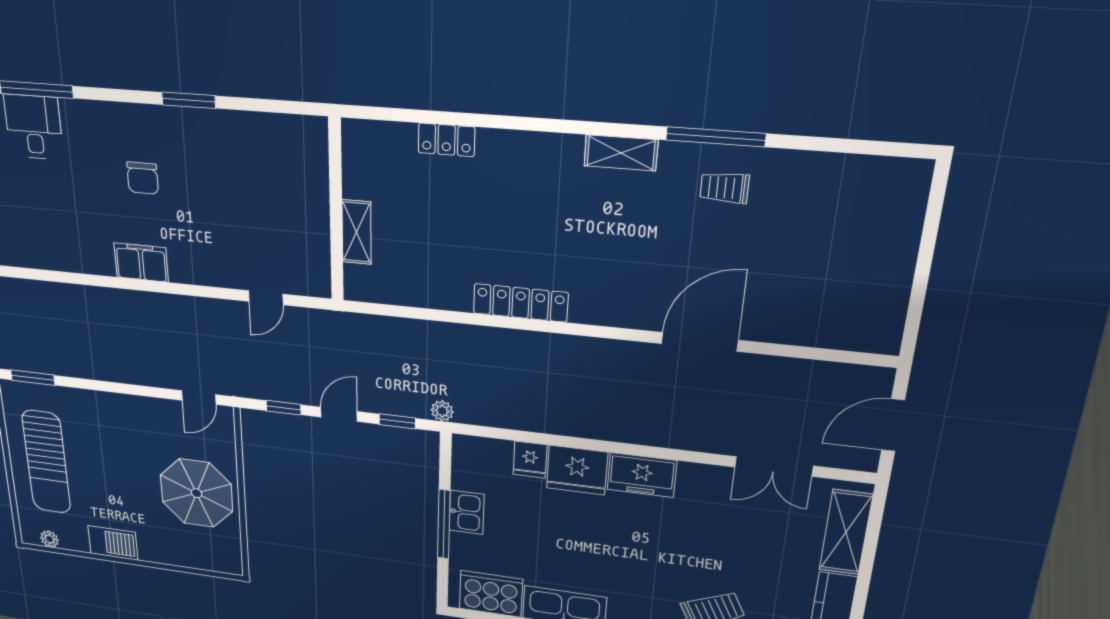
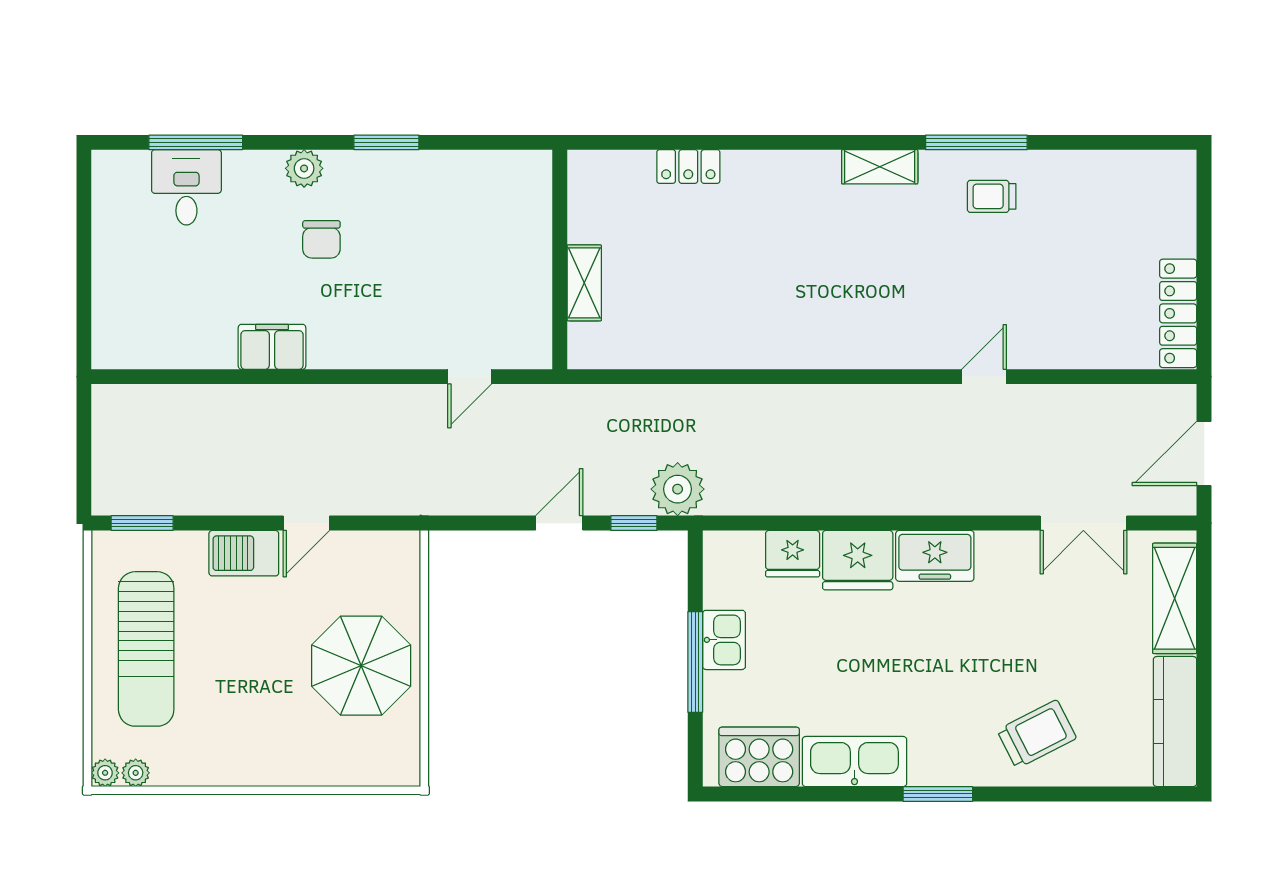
plant: (124, 118) -> (304, 168), added
filing cabinet: (141, 263) -> (272, 347), moved
locker: (521, 303) -> (1178, 313), moved, turned -90
door: (700, 342) -> (984, 377), width x0.53
door: (199, 397) -> (306, 523), moved
window: (284, 408) -> (487, 523), removed
plant: (442, 411) -> (678, 489), width x1.87, depth x1.87
fridge: (530, 460) -> (793, 554), width x1.38
plant: (29, 536) -> (105, 773), added
barbecue: (113, 543) -> (244, 553), moved, turned 180

